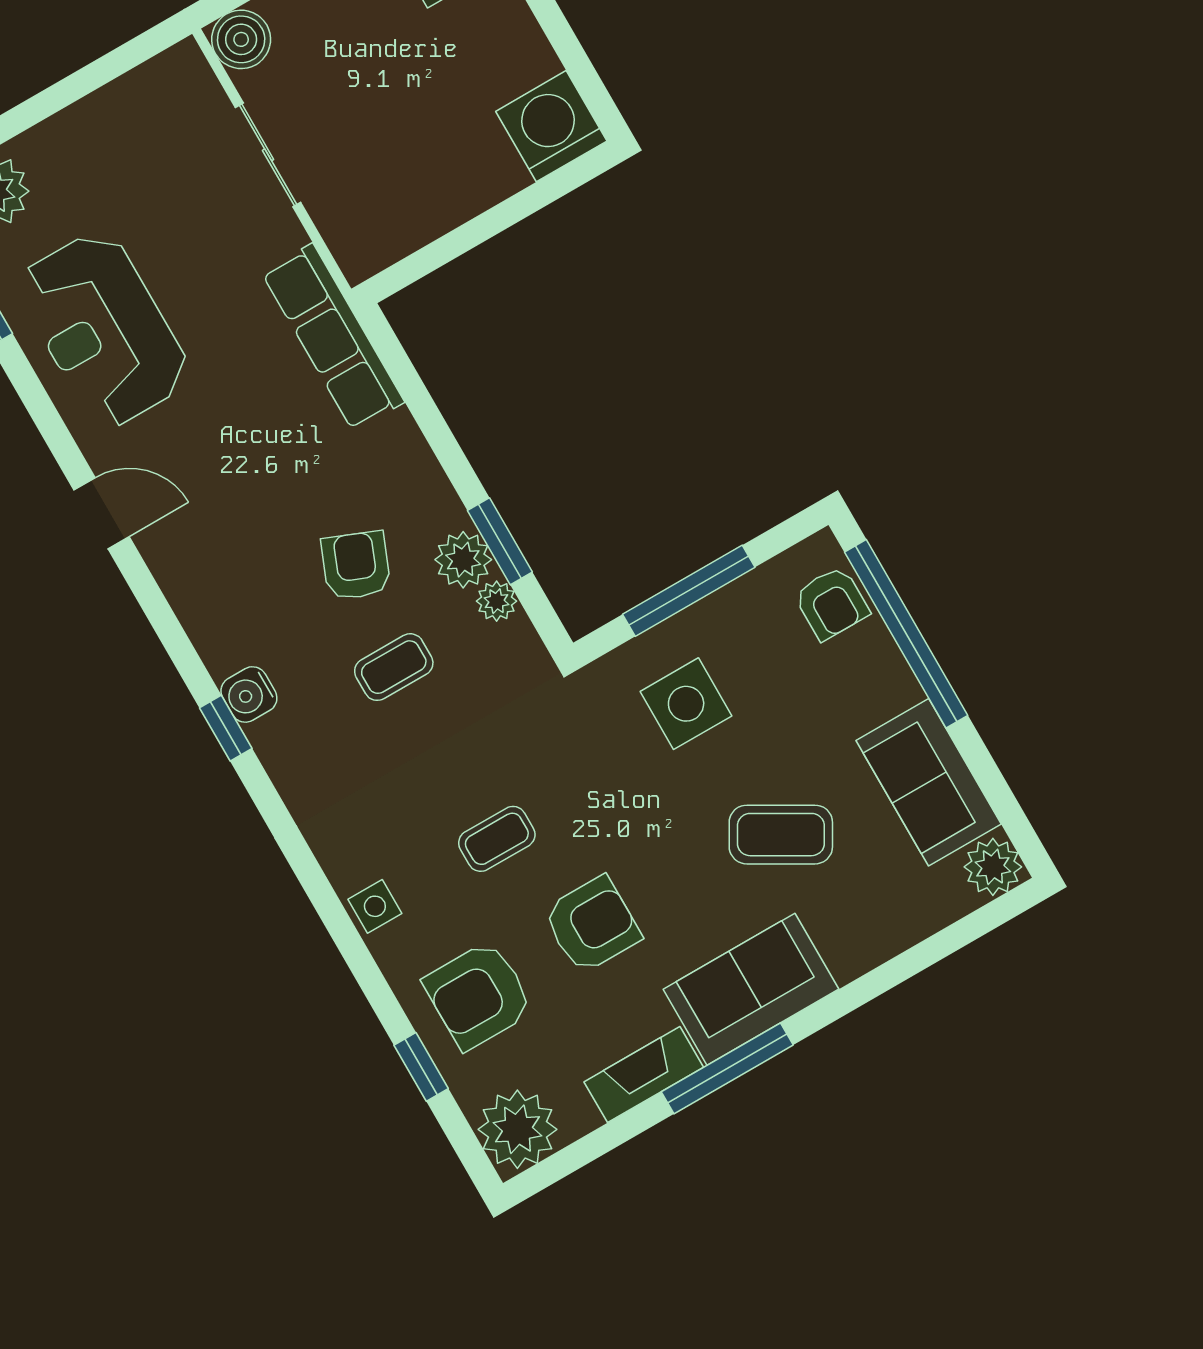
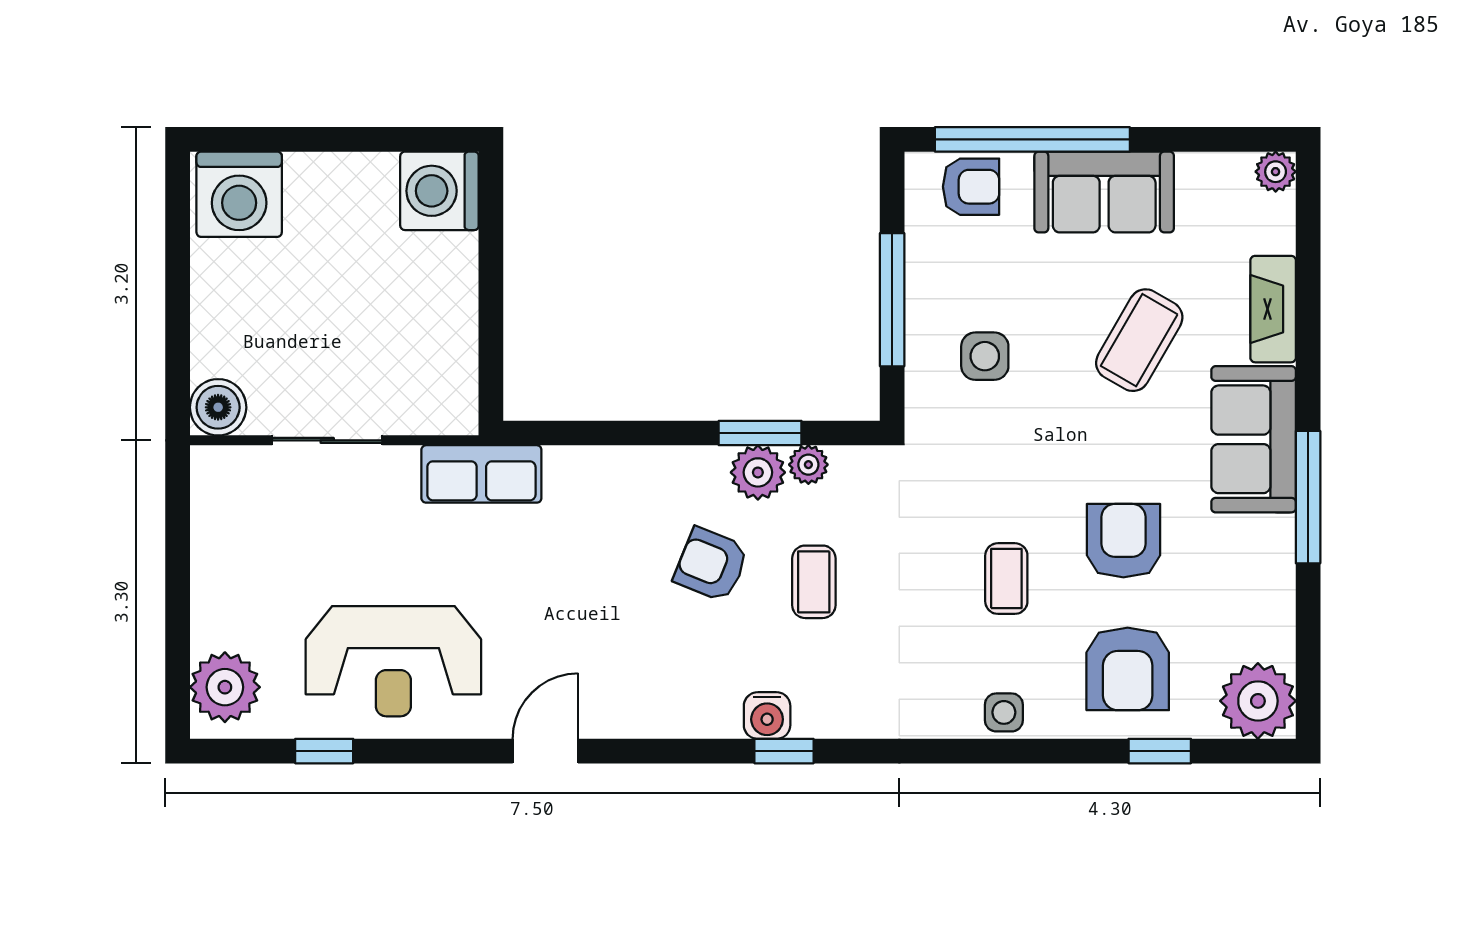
row of seats: (333, 337) -> (481, 474), width x0.68
side table: (686, 704) -> (985, 356), width x0.73, depth x0.73
sofa: (929, 782) -> (1104, 192), moved
plant: (993, 867) -> (1276, 172), width x0.73, depth x0.73
fireplace: (644, 1075) -> (1273, 309), moved

